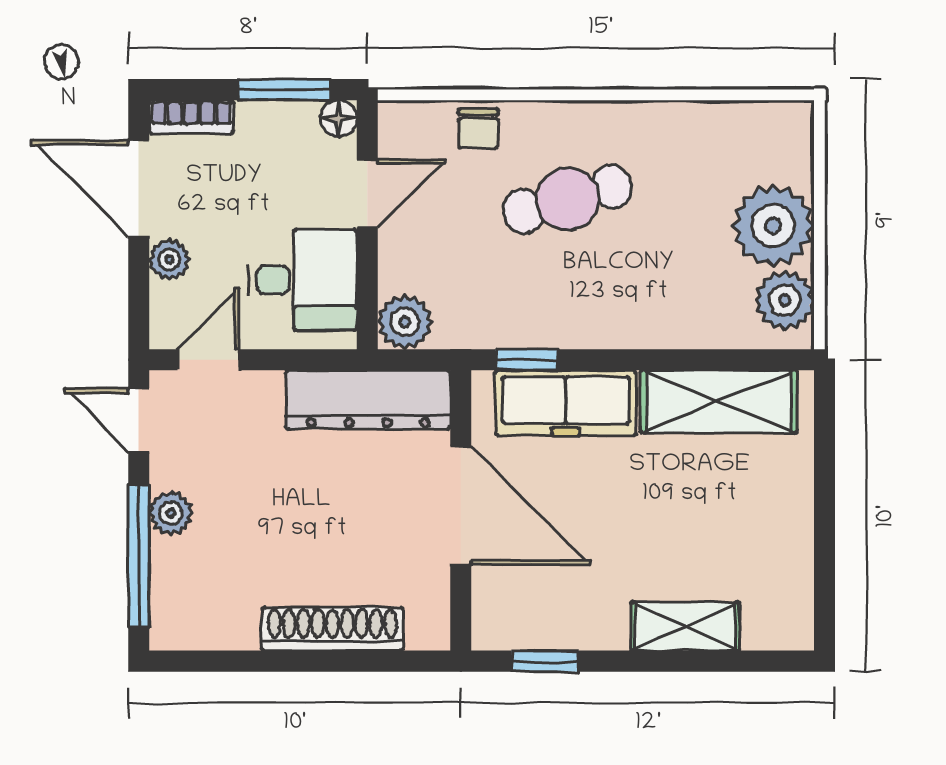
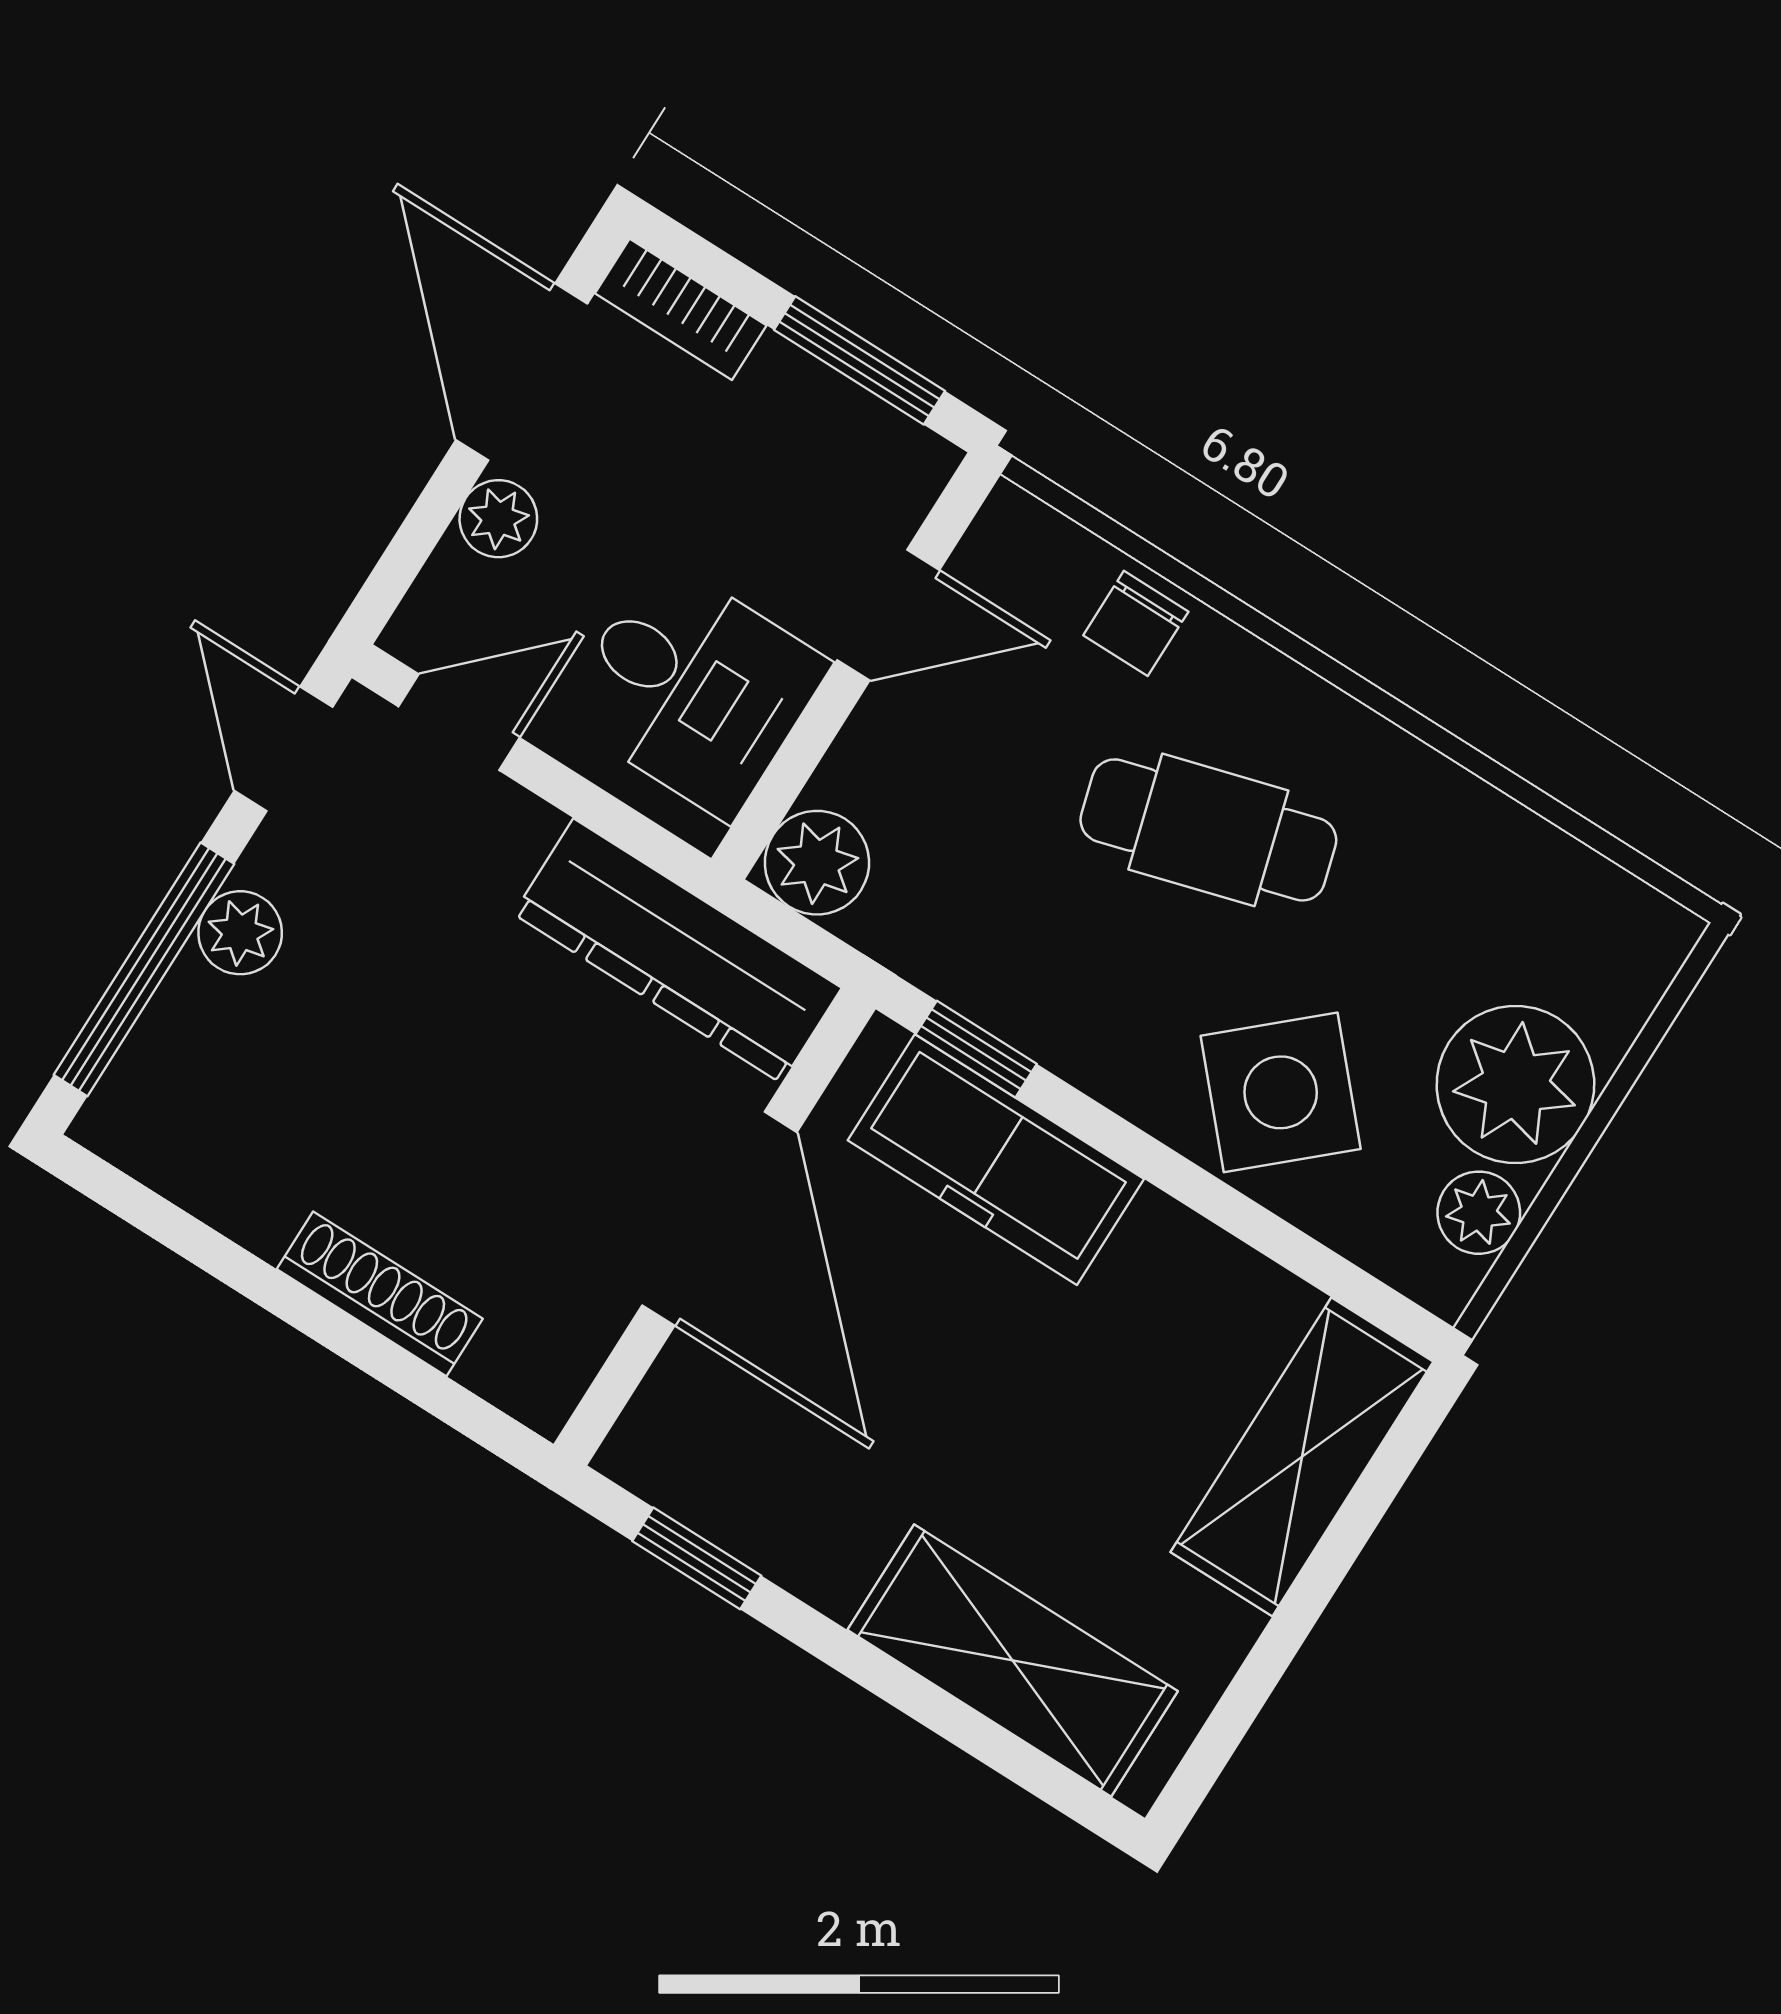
floor lamp: (339, 118) -> (919, 463), removed
side table: (672, 294) -> (1281, 1092), added
plant: (785, 300) -> (1479, 1213), width x0.73, depth x0.73
shelving: (719, 401) -> (1302, 1457), moved, turned 90
shelving: (685, 626) -> (1013, 1660), width x1.50, depth x1.33
shoe rack: (332, 629) -> (380, 1294), width x0.74, depth x0.81

